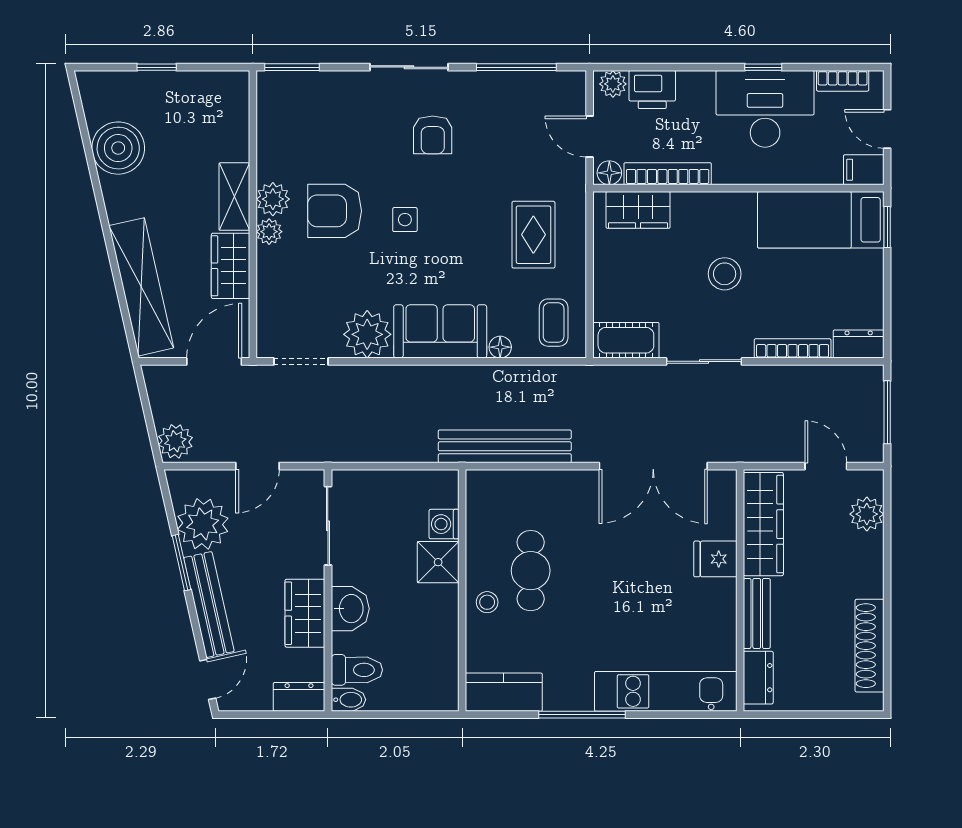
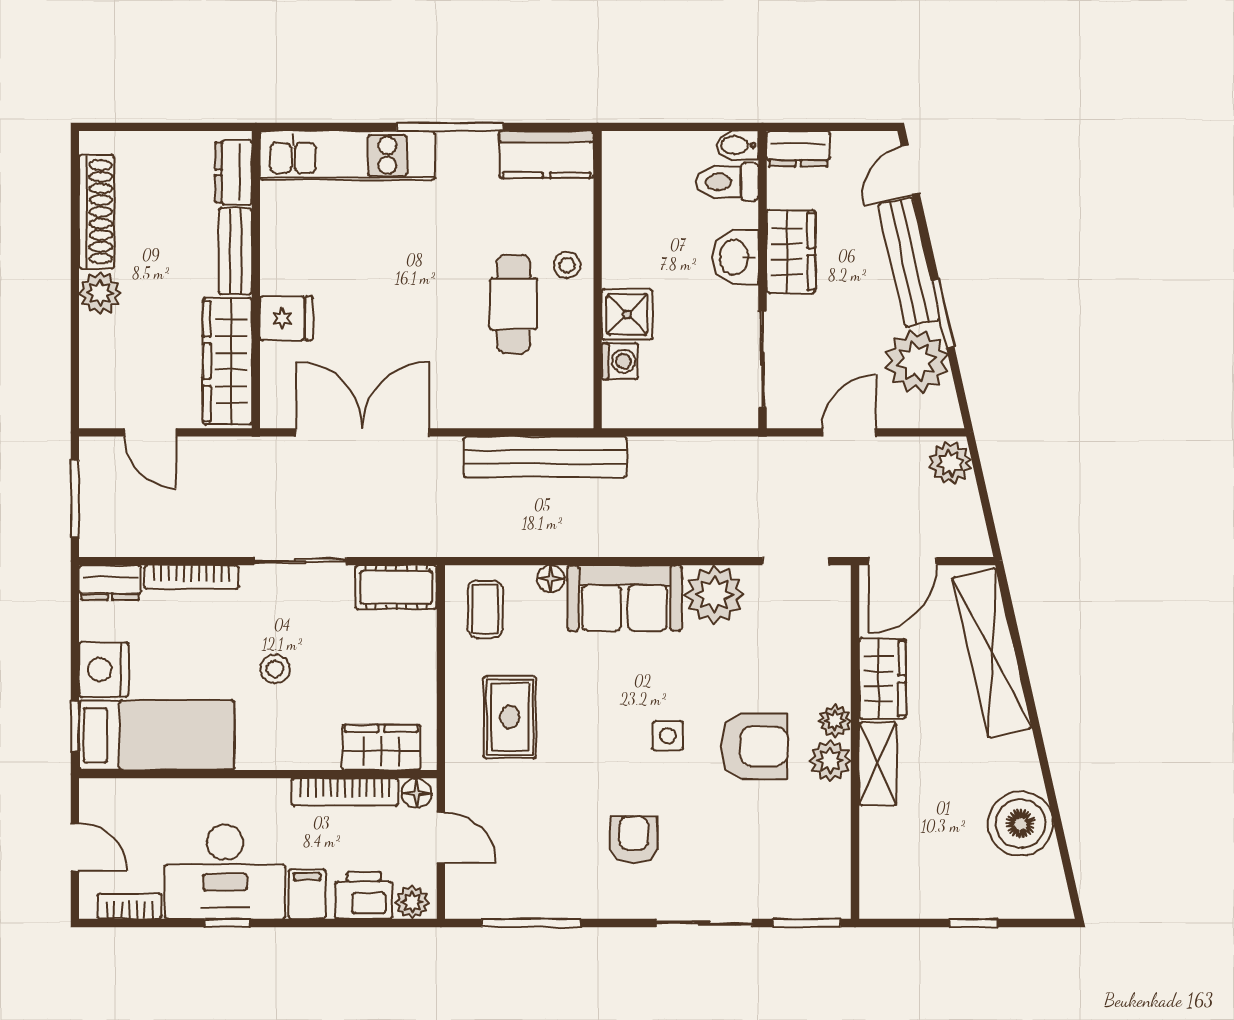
sliding door: (409, 67) -> (704, 923), moved
filing cabinet: (864, 170) -> (307, 894), moved, turned -90
nightstand: (864, 273) -> (104, 670), added
stool: (725, 274) -> (275, 669), width x0.73, depth x0.73
plant: (867, 514) -> (100, 293), moved

